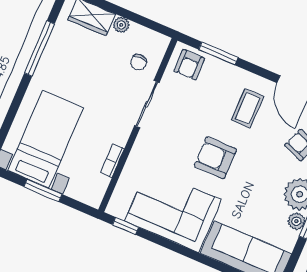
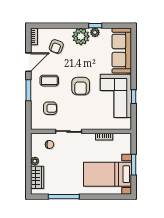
window: (218, 53) -> (28, 90), moved
armchair: (189, 65) -> (50, 108), moved
window: (125, 226) -> (134, 97), moved

